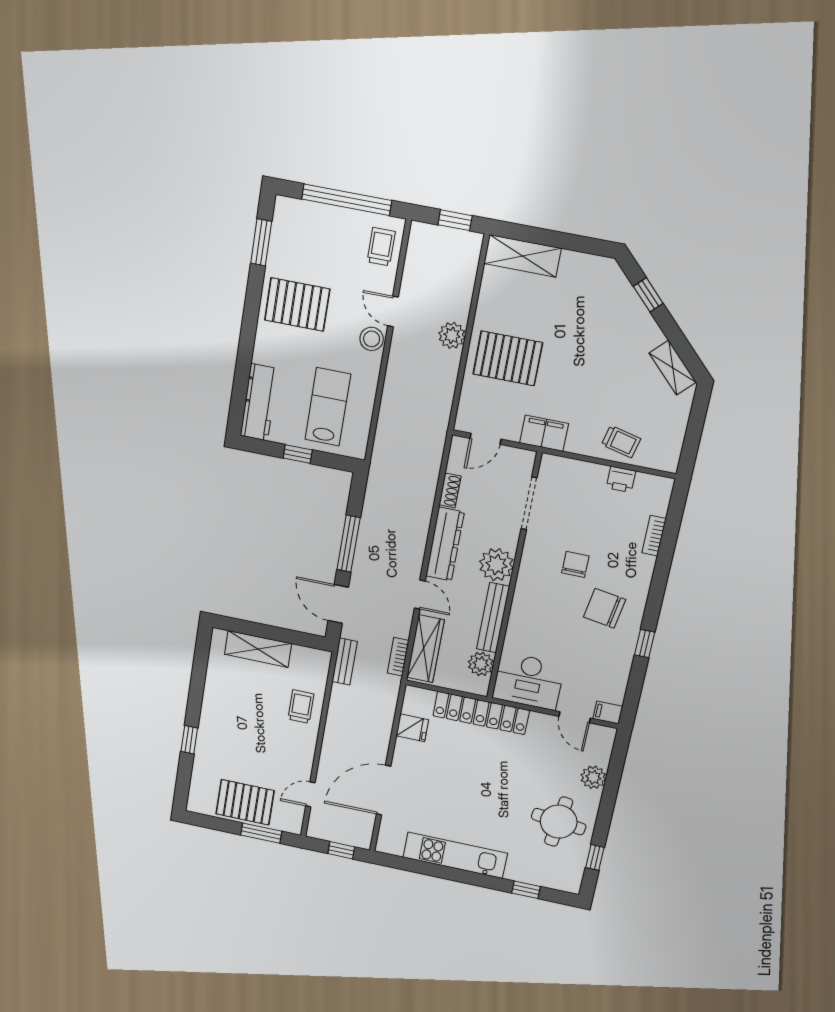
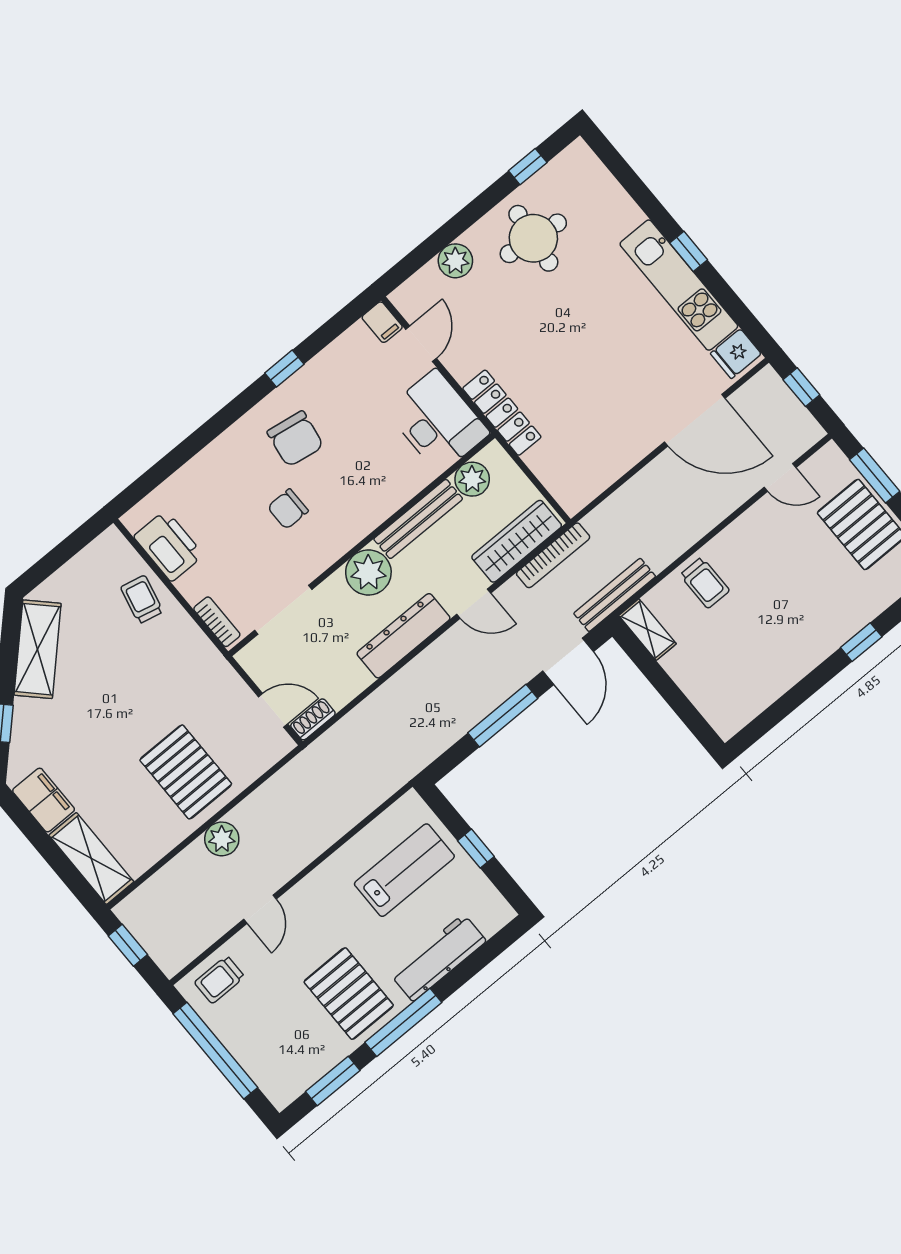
window: (251, 315) -> (403, 1022), added
stool: (372, 339) -> (304, 900), removed
shelving: (673, 368) -> (38, 649), width x1.50, depth x1.33
workbench: (259, 402) -> (438, 958), moved
lab bench: (328, 407) -> (404, 870), turned 180
filing cabinet: (544, 433) -> (44, 800), moved, turned 180
printer: (621, 479) -> (169, 546), width x1.87, depth x1.48
shoe rack: (450, 490) -> (313, 719), moved
bookcase: (654, 536) -> (217, 622), moved, turned -90
door: (420, 595) -> (474, 604), swing flipped
shelving: (258, 649) -> (648, 630), moved, width x0.67, depth x0.75
bookcase: (398, 657) -> (553, 555), width x1.56
bench: (345, 661) -> (615, 595), width x1.36
trolley: (301, 707) -> (705, 583), turned -90
locker: (481, 713) -> (502, 413), width x0.71, depth x0.83
fridge: (412, 728) -> (736, 354), moved, turned -90
window: (526, 890) -> (689, 251), moved

